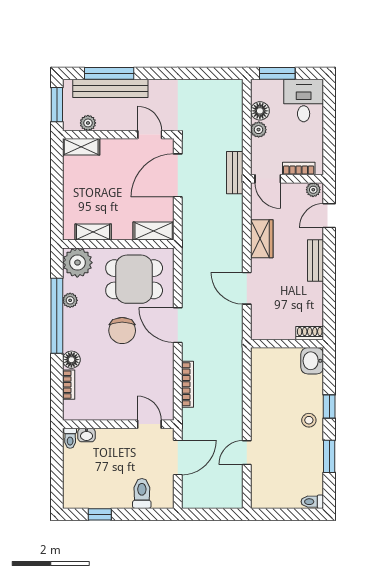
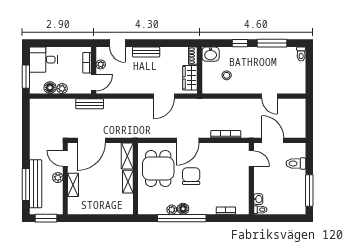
plant: (88, 123) -> (58, 178), moved
door: (150, 135) -> (65, 158), hinge flipped
shelving: (81, 147) -> (73, 185), moved
door: (178, 175) -> (91, 140), hinge flipped
plant: (313, 190) -> (101, 64), moved
shelving: (93, 232) -> (128, 182), moved
wardrobe: (262, 239) -> (190, 78), moved, turned -90
plant: (77, 263) -> (147, 205), removed
chair: (122, 331) -> (191, 176), turned -90
floor lamp: (71, 360) -> (183, 209), moved
stool: (309, 420) -> (227, 75), moved
door: (149, 424) -> (251, 159), swing flipped
window: (329, 456) -> (272, 43), width x1.44
window: (100, 514) -> (309, 191), width x2.17

